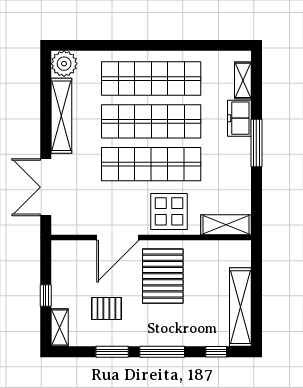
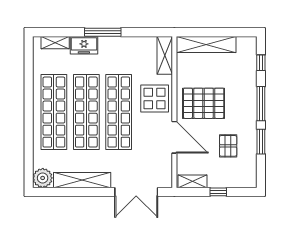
shelving: (240, 307) -> (206, 44), moved
shelving: (60, 327) -> (193, 181), moved

